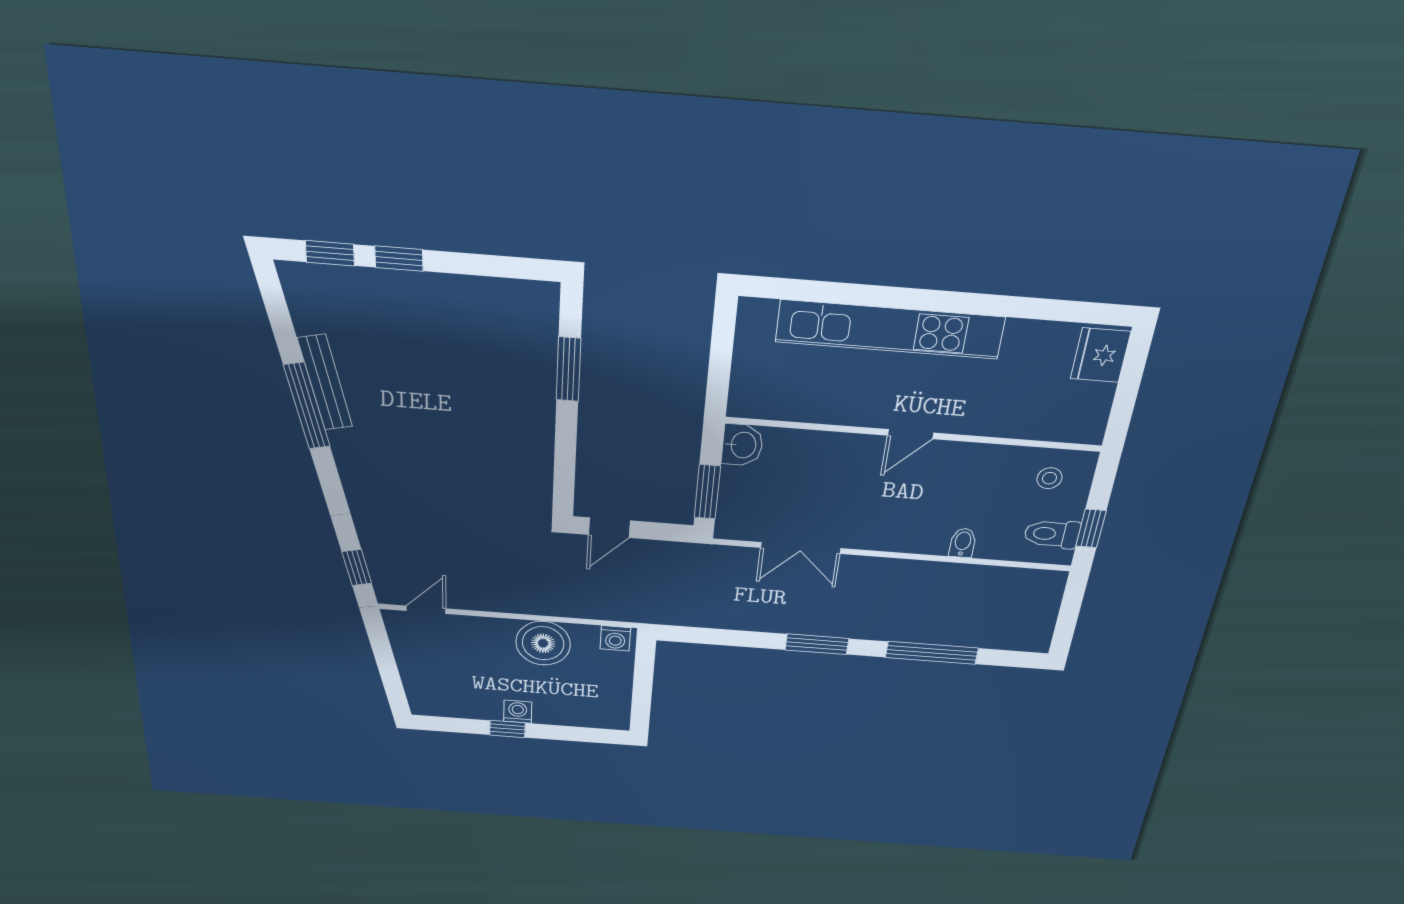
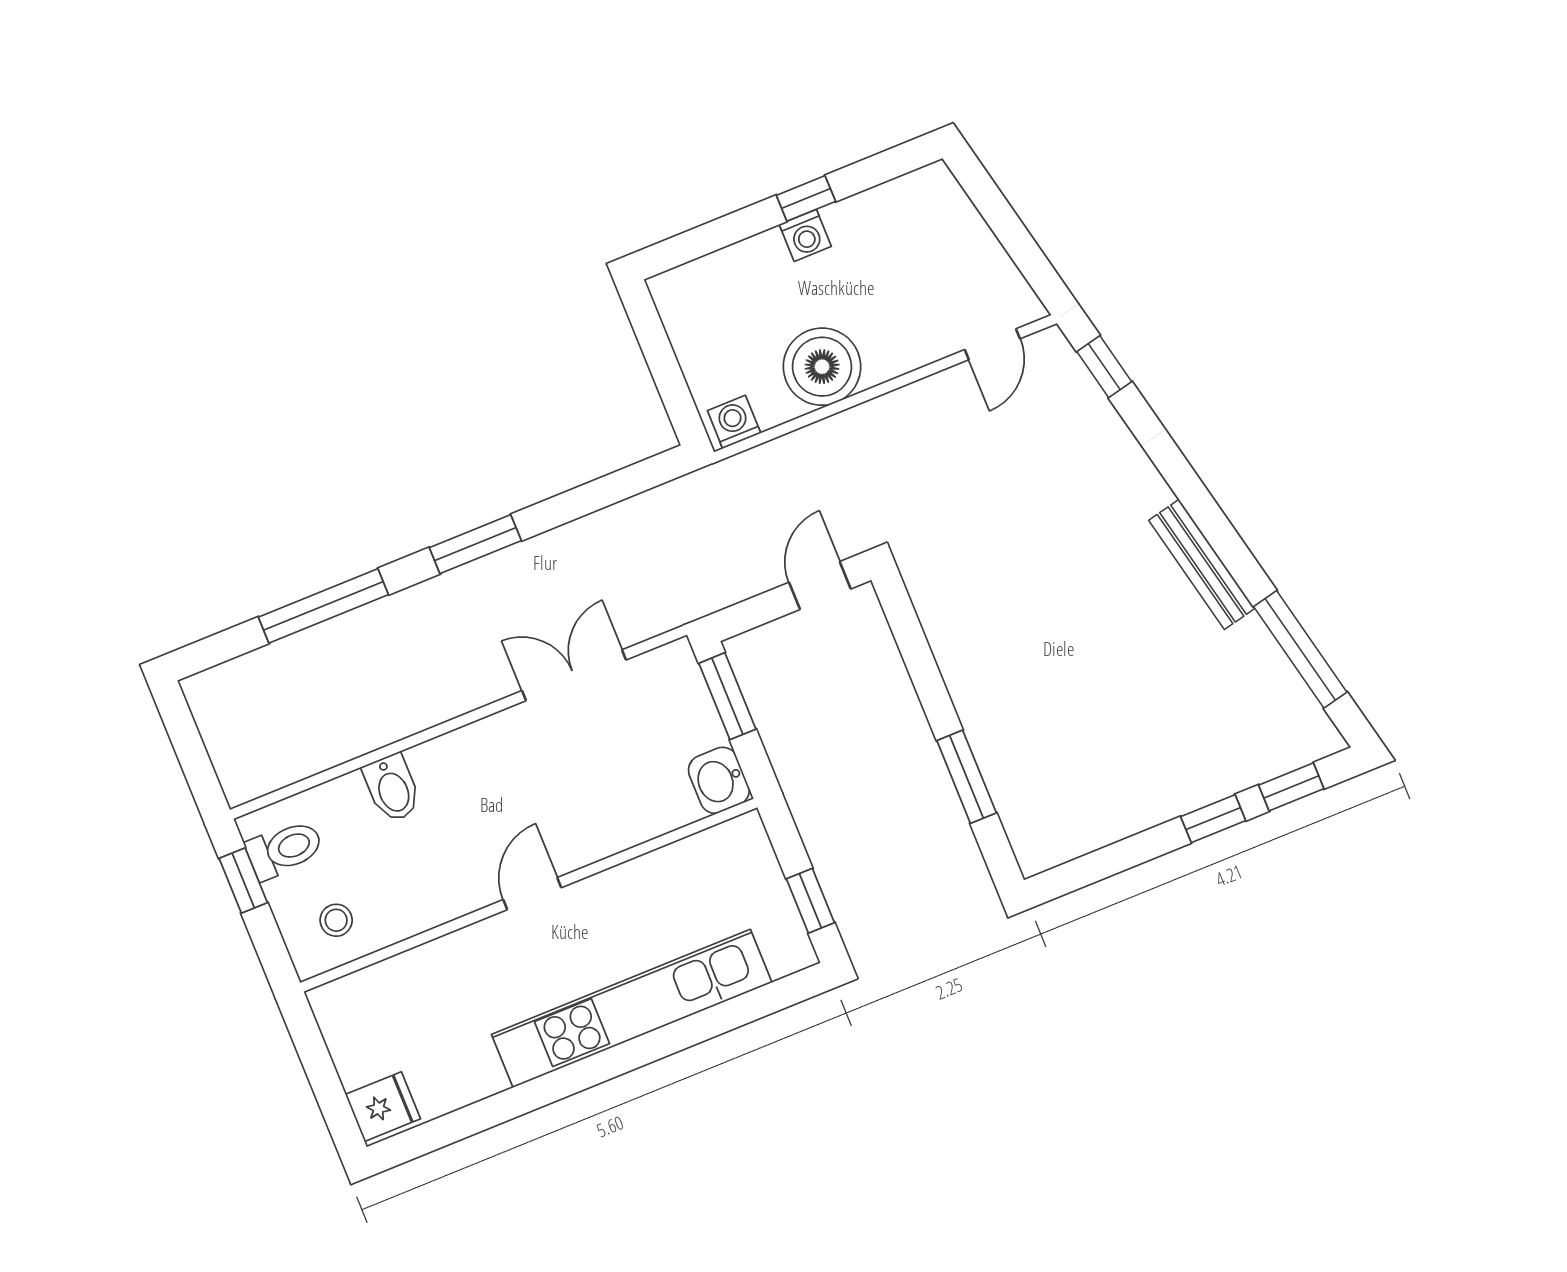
window: (722, 341) -> (810, 901), added
fridge: (1100, 355) -> (383, 1107), width x0.72
bench: (325, 383) -> (1202, 564), moved
window: (307, 406) -> (1300, 649), moved
bidet: (963, 543) -> (392, 788), width x1.38, depth x1.36

